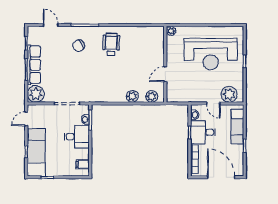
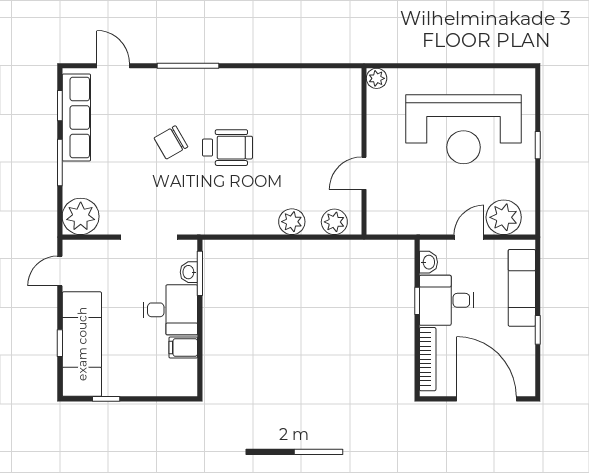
wheelchair: (111, 44) -> (227, 148), moved, turned 88
chair: (79, 46) -> (171, 142), moved
row of seats: (34, 65) -> (76, 117), moved
door: (213, 103) -> (469, 237), swing flipped
filing cabinet: (83, 164) -> (183, 347), moved

